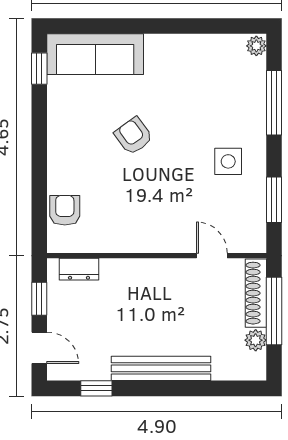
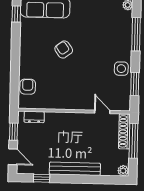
side table: (228, 161) -> (121, 69), moved
plant: (256, 340) -> (123, 171), moved

